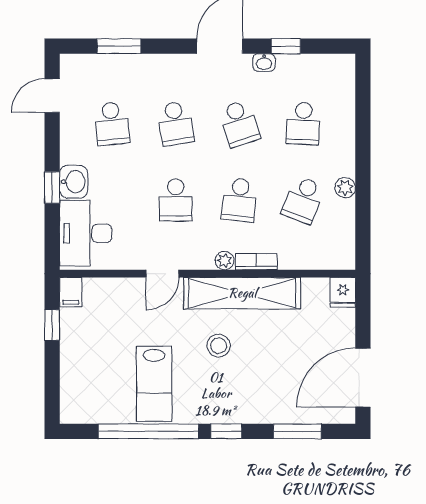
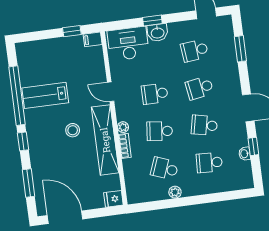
washbasin: (264, 63) -> (244, 154), moved
school desk: (239, 123) -> (204, 125), turned 30

